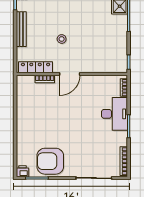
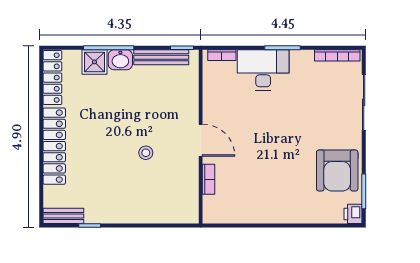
washbasin: (121, 23) -> (120, 60), added
bench: (21, 29) -> (161, 57), moved
locker: (36, 67) -> (190, 194), removed

